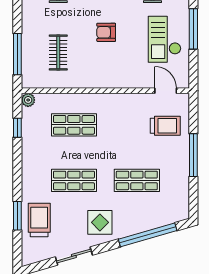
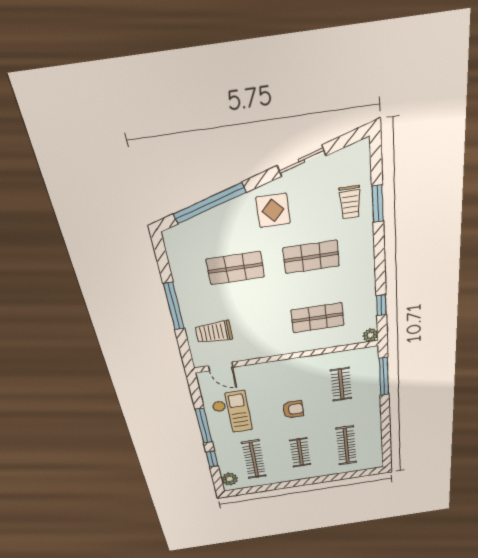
trolley: (39, 220) -> (350, 202), width x0.73, depth x0.72

